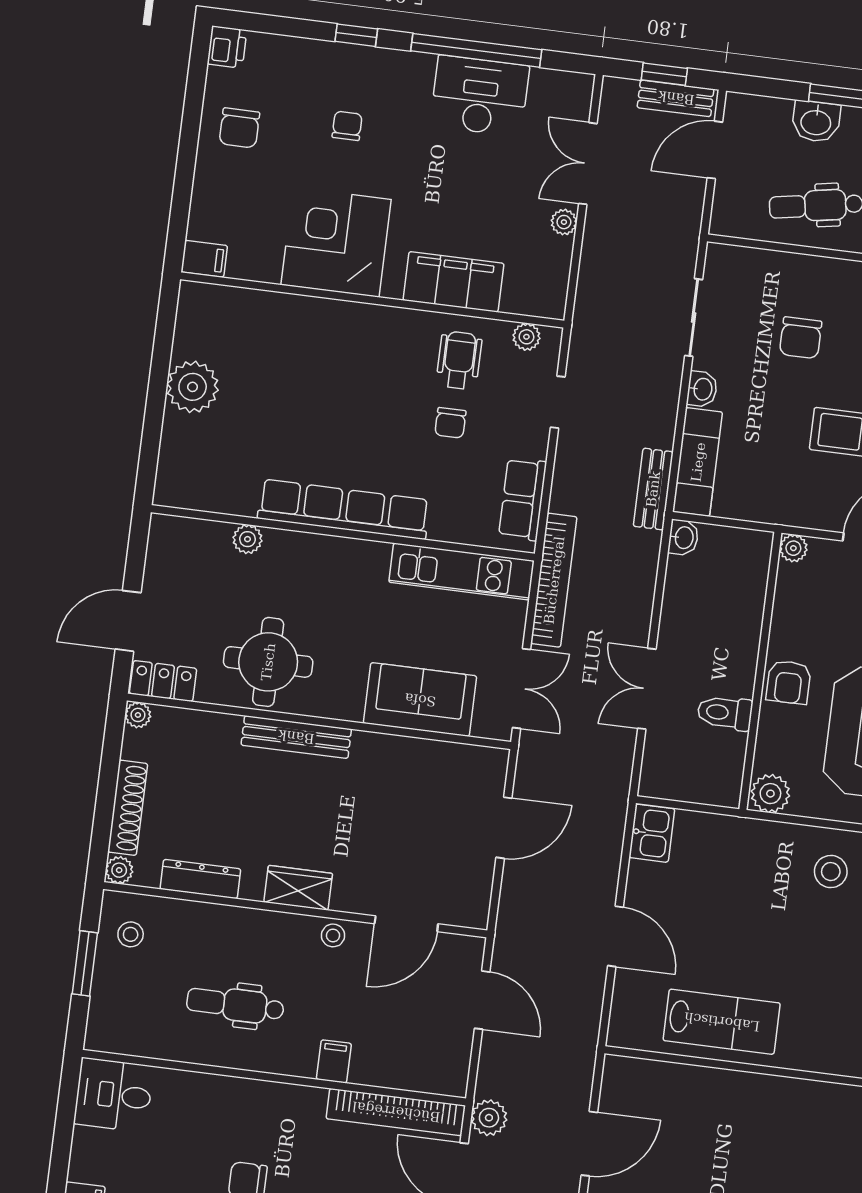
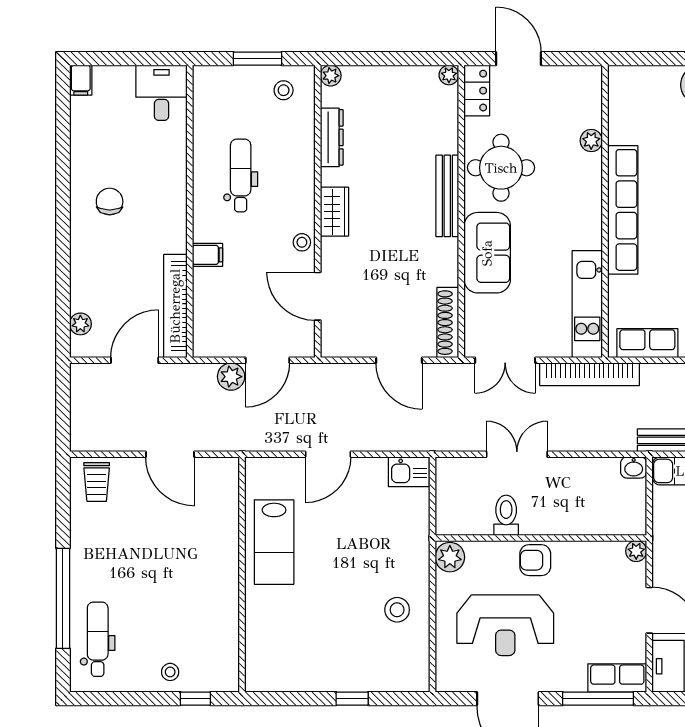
sofa: (420, 700) -> (487, 253), moved
shoe rack: (128, 808) -> (448, 323), moved, turned 90
plant: (489, 1118) -> (231, 377), moved

